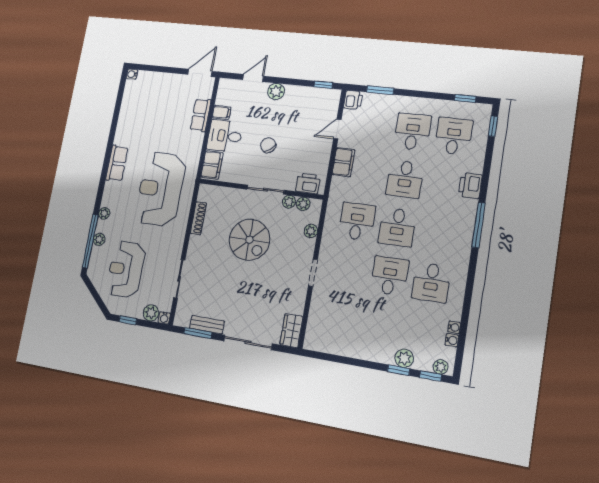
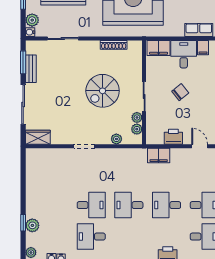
filing cabinet: (343, 162) -> (159, 155), moved
printer: (308, 183) -> (173, 137), moved, turned -90
desk: (357, 221) -> (129, 174), removed
window: (431, 376) -> (23, 246), removed

